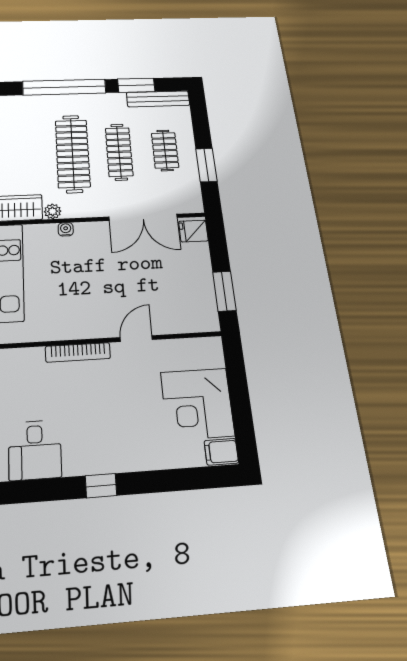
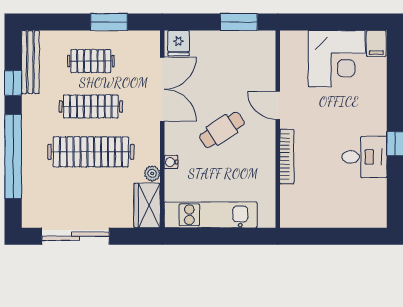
window: (136, 85) -> (13, 83), width x0.67
cafe table: (104, 279) -> (222, 130), added
desk: (35, 450) -> (364, 157), moved

